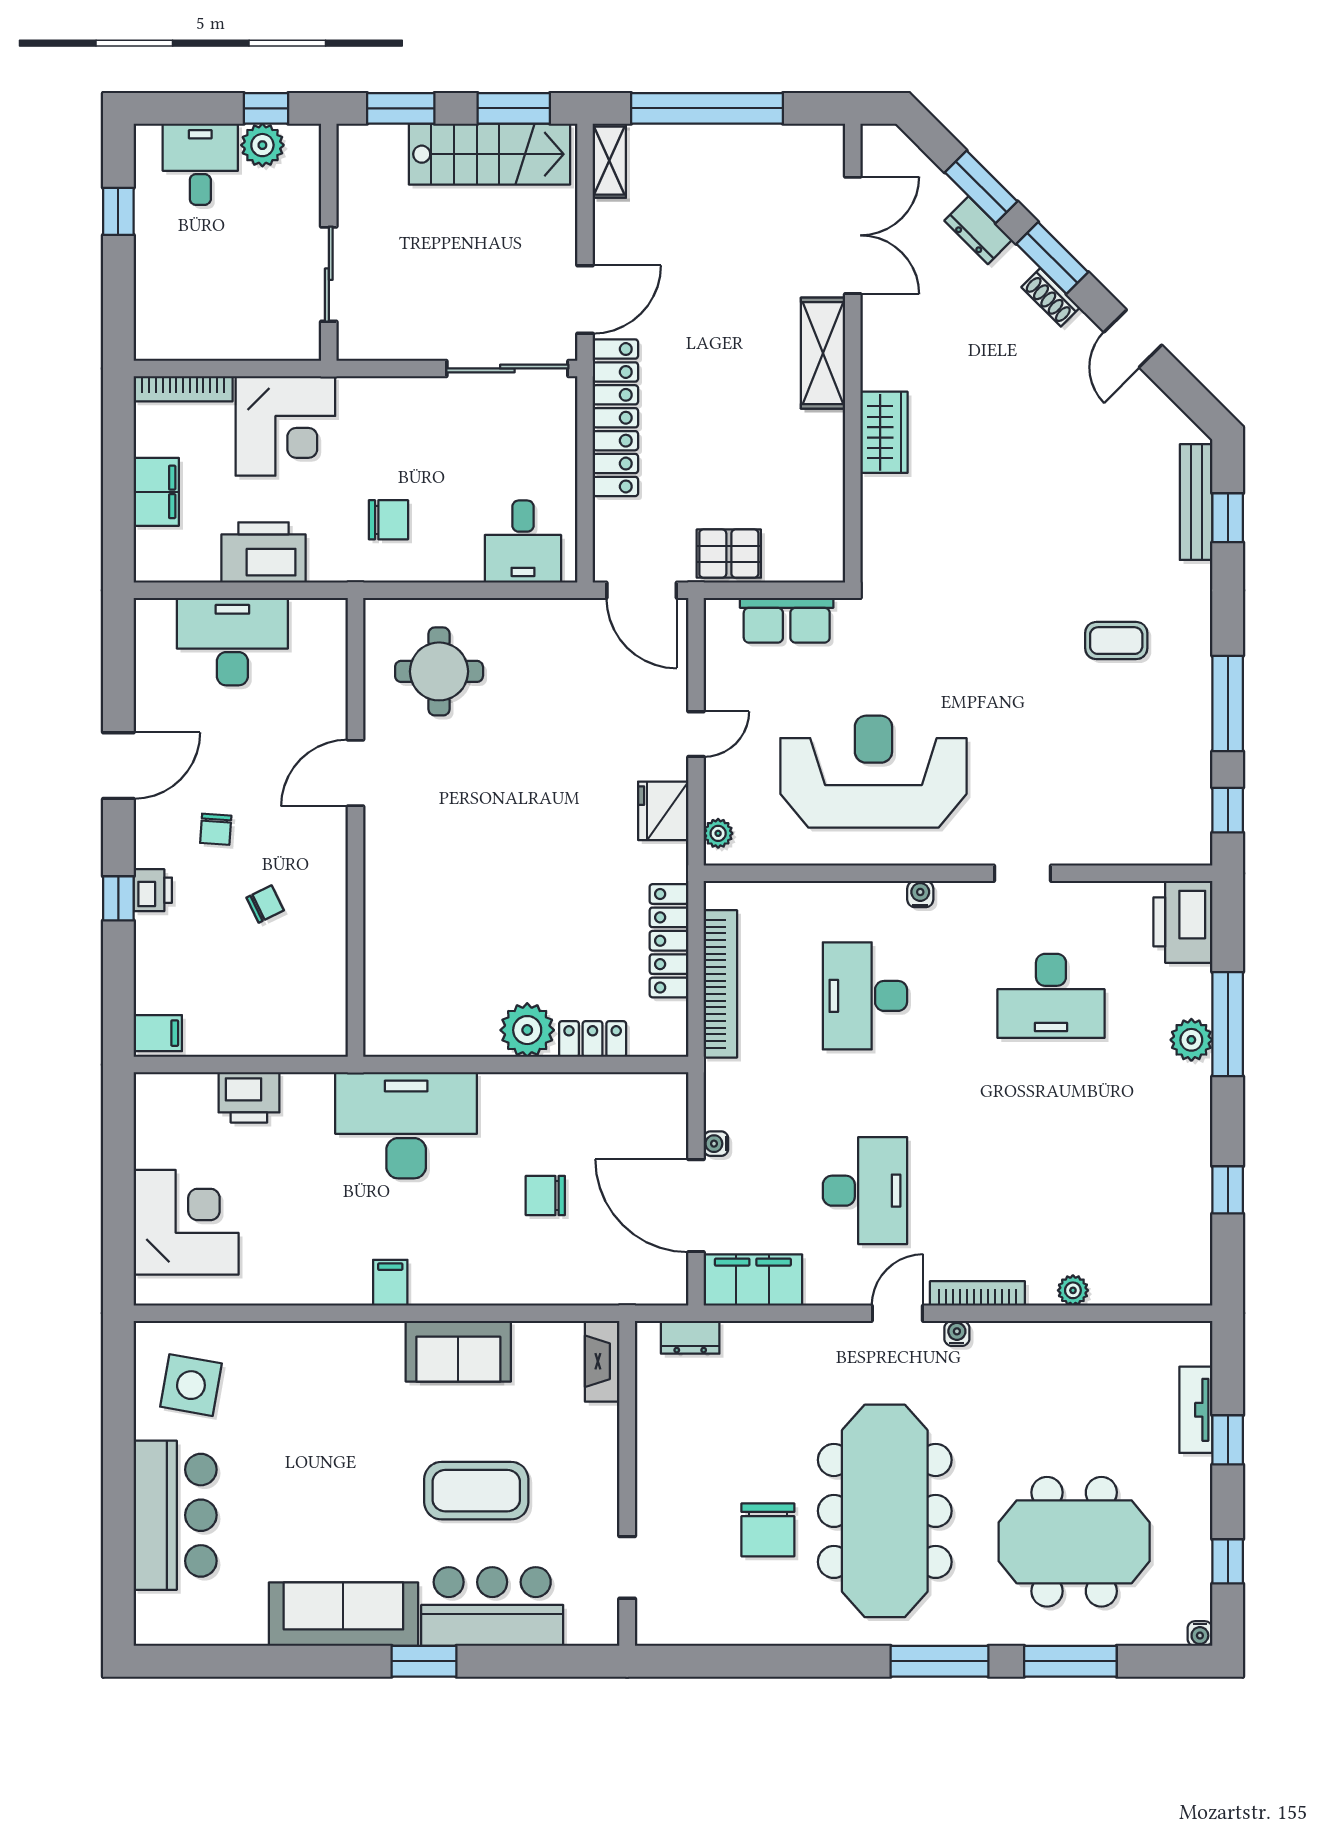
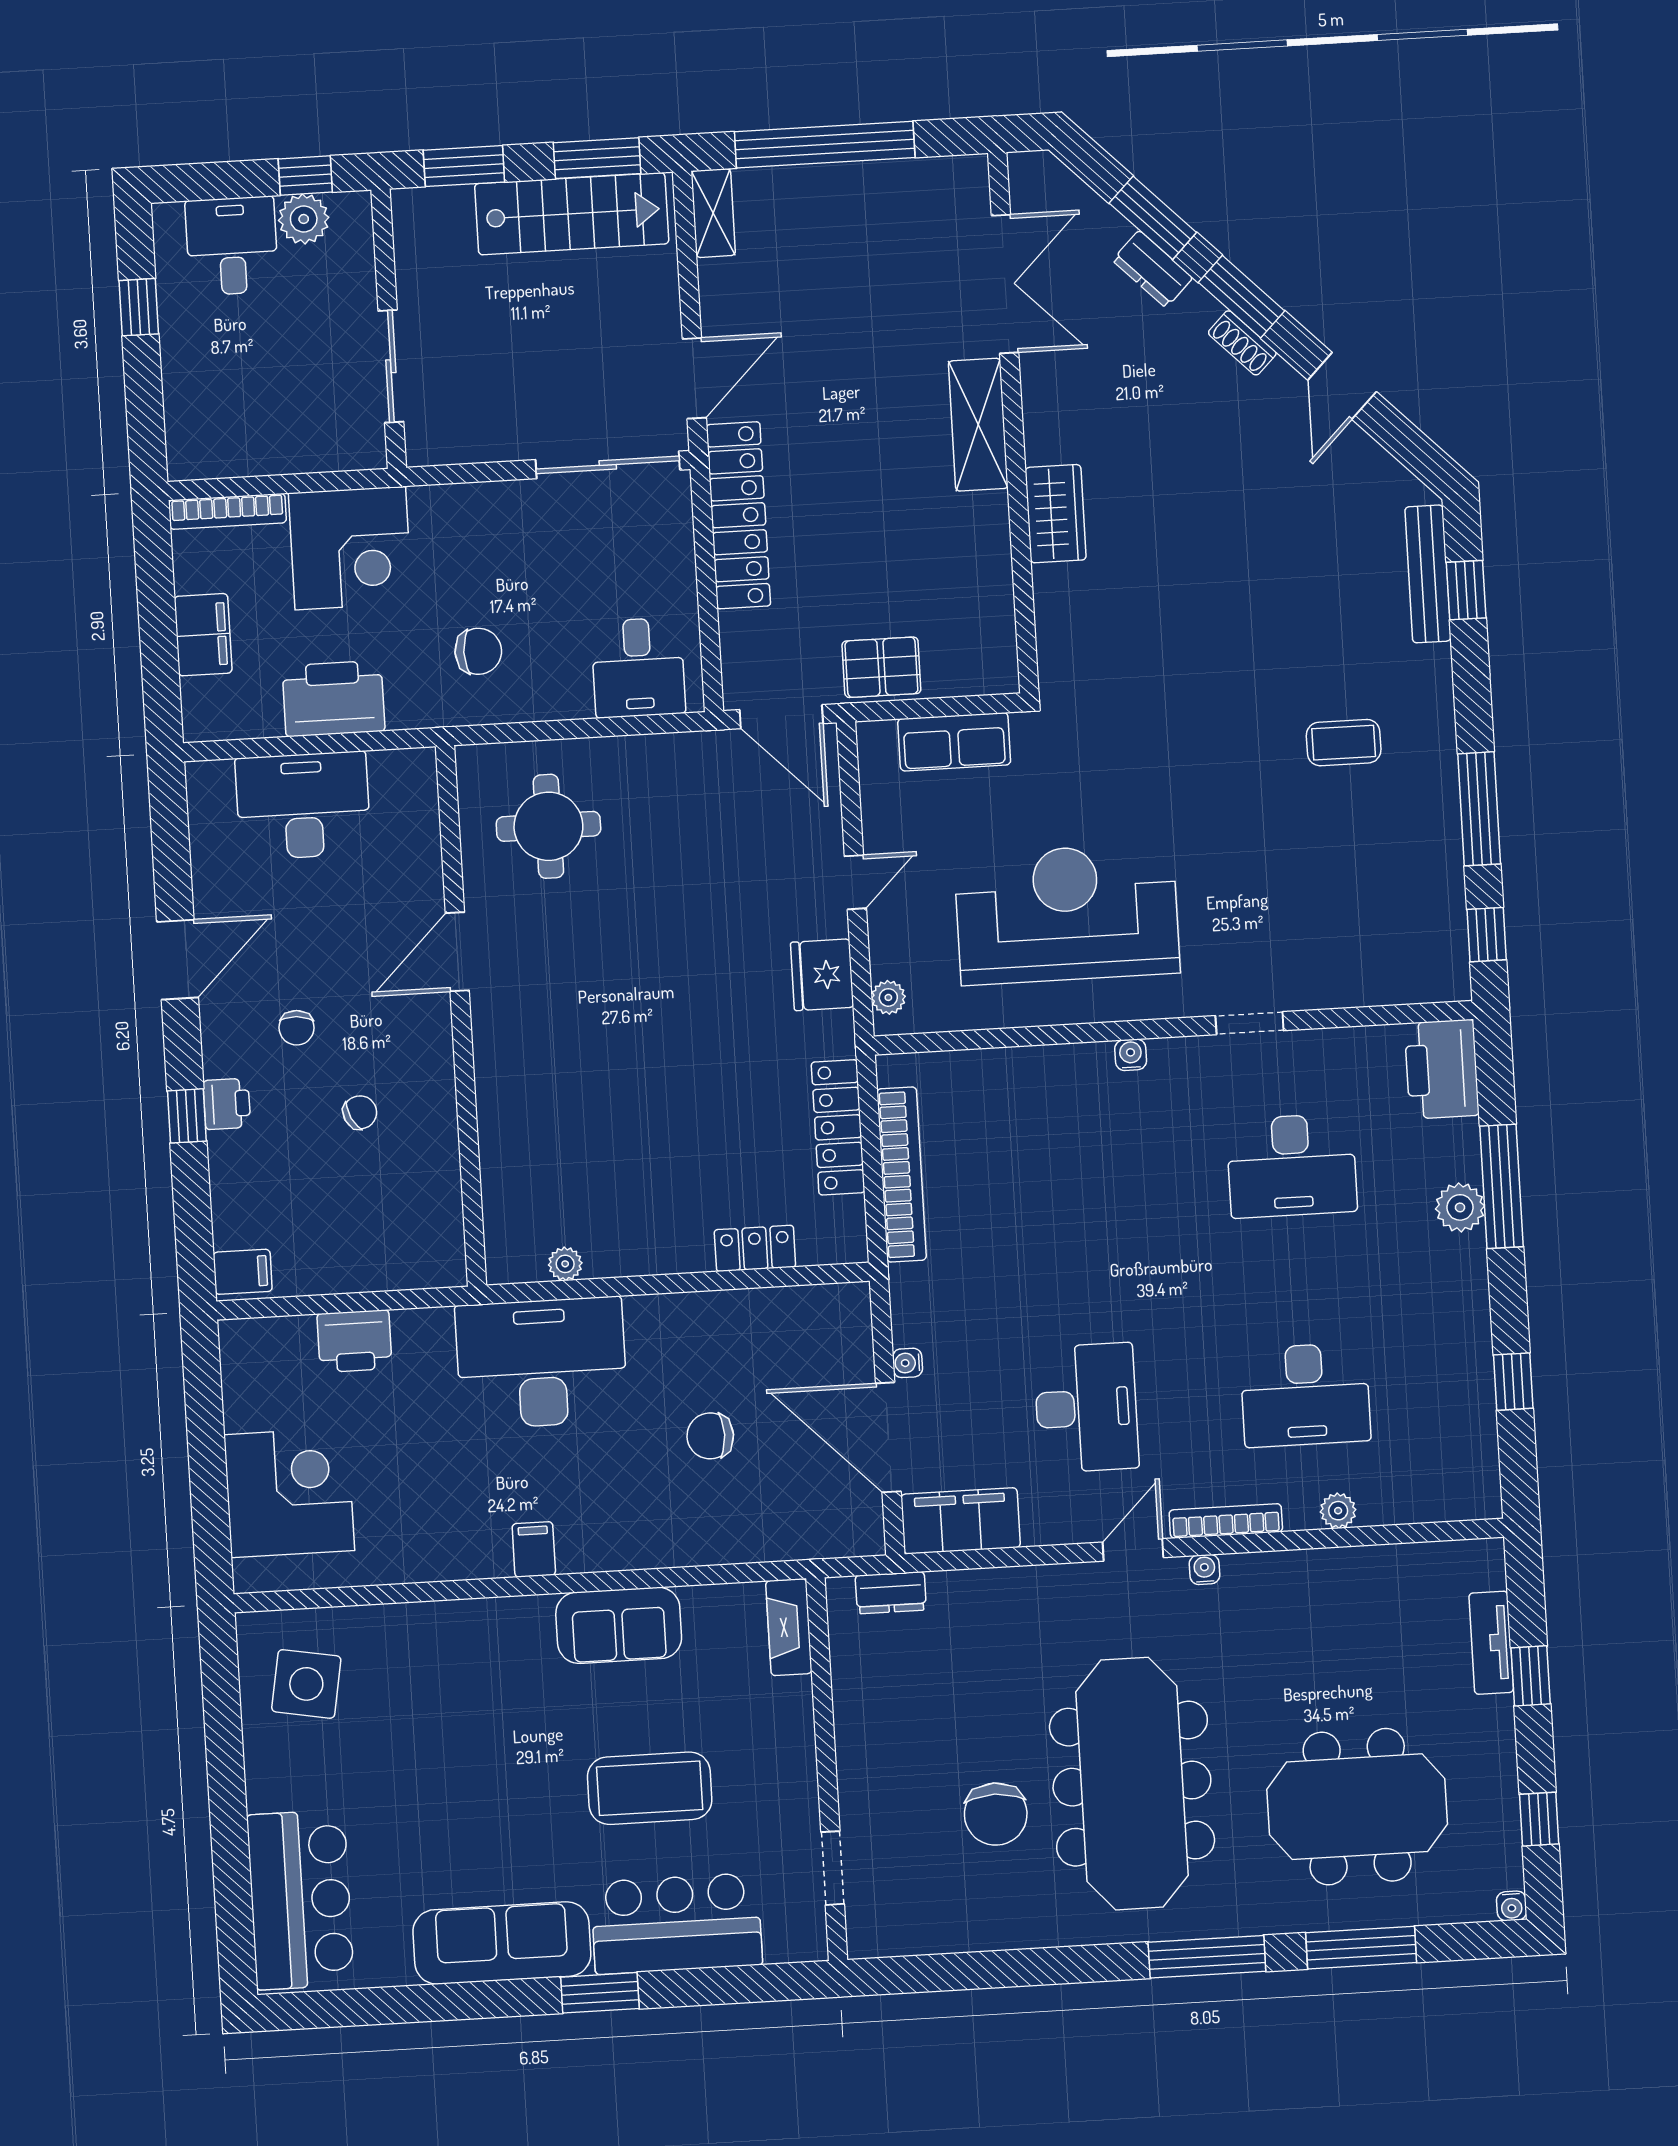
desk: (865, 996) -> (1305, 1395), moved, turned -90
plant: (527, 1030) -> (565, 1264), moved, width x0.53, depth x0.53
bar counter: (175, 1515) -> (300, 1900), moved

